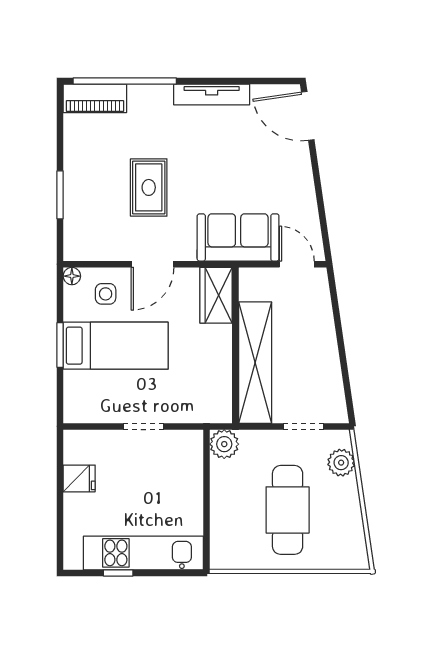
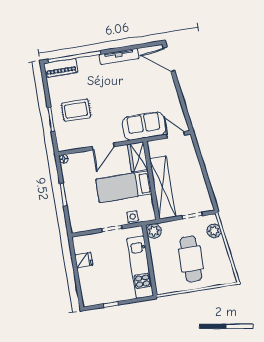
rug: (149, 187) -> (76, 110), moved, turned 90
side table: (106, 294) -> (133, 217), moved
bed: (116, 346) -> (124, 187), moved, turned 180
kitchen unit: (143, 553) -> (140, 267), moved, turned -90

